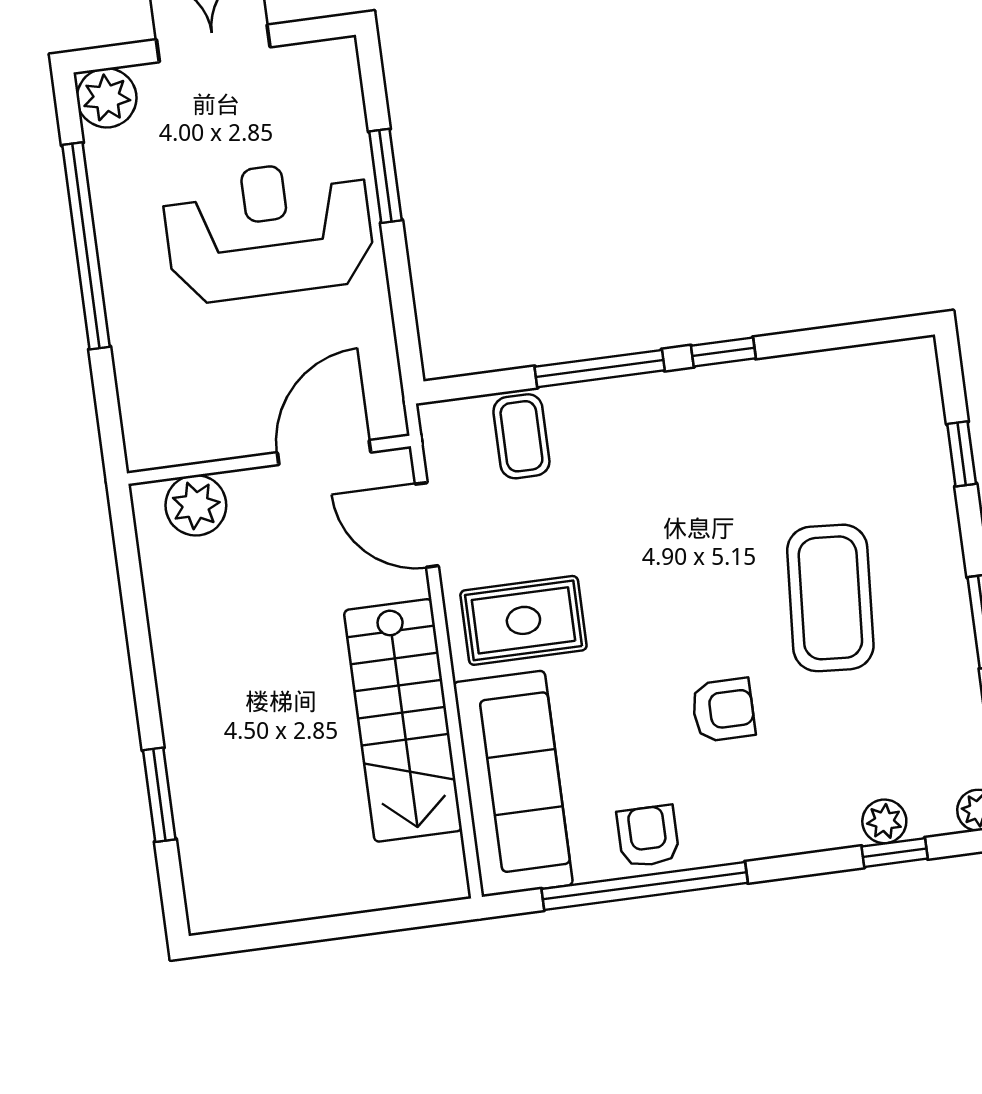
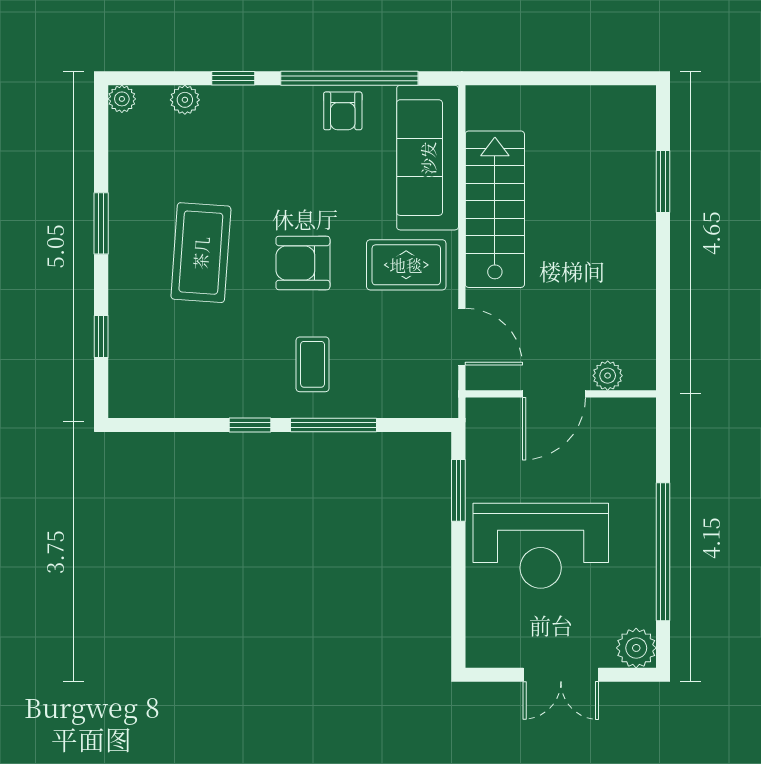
window: (385, 176) -> (458, 490), moved
coffee table: (521, 436) -> (313, 364), moved
door: (324, 452) -> (554, 394), moved
plant: (196, 505) -> (608, 376), width x0.73, depth x0.73
armchair: (723, 710) -> (303, 263), moved, width x1.38, depth x1.38
window: (895, 853) -> (233, 78), moved

